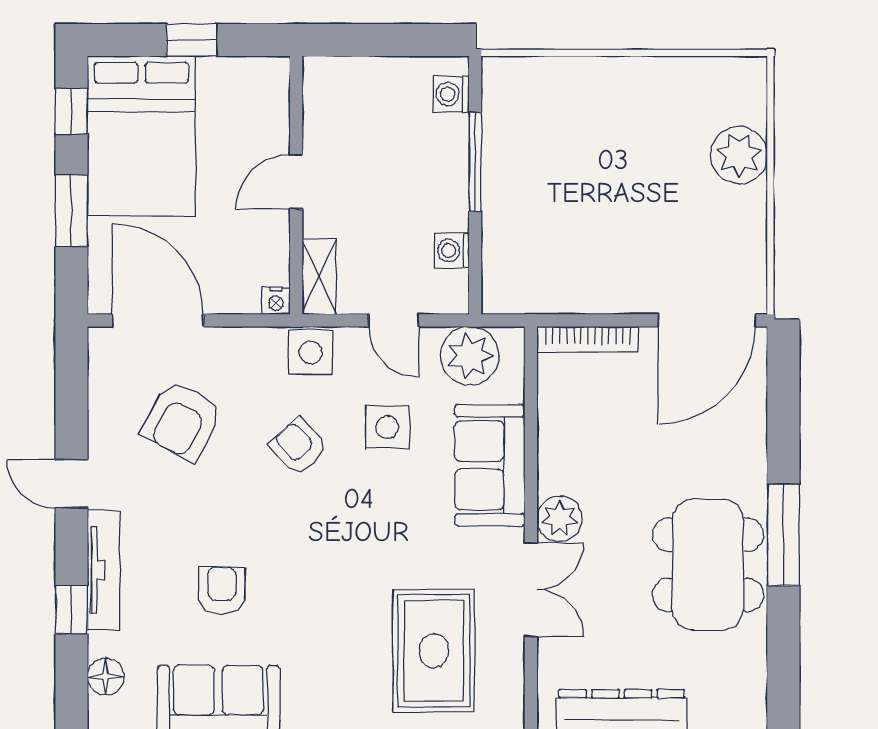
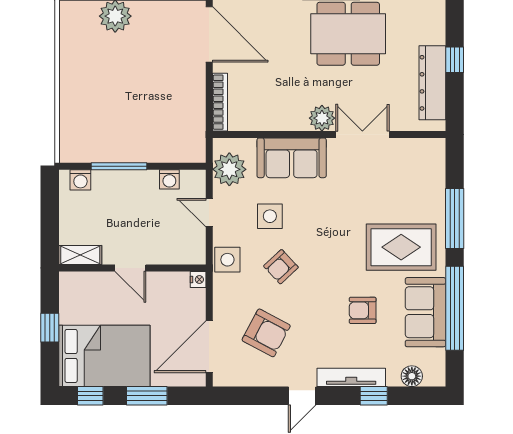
shelving: (319, 277) -> (80, 255), moved
door: (394, 320) -> (209, 213), swing flipped
rug: (434, 651) -> (401, 247), moved

